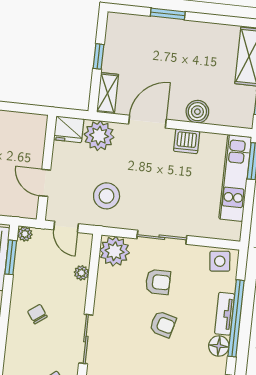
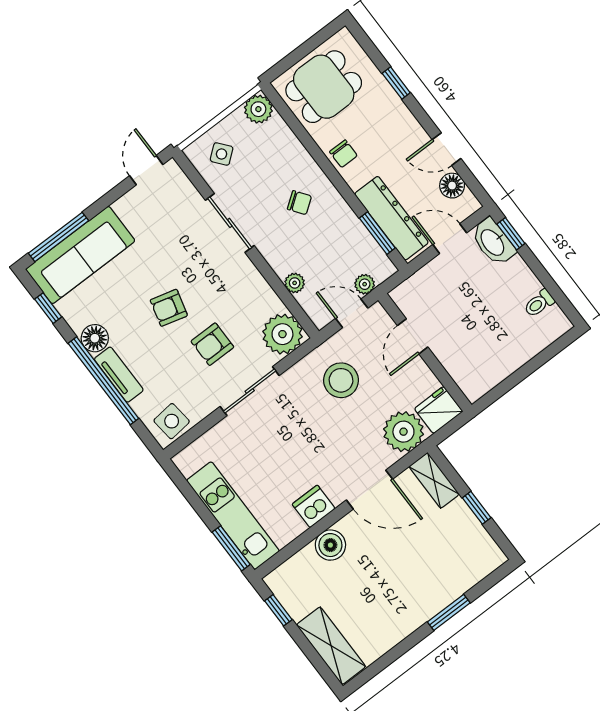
door: (147, 122) -> (369, 490), hinge flipped
door: (45, 183) -> (413, 336), swing flipped
plant: (25, 234) -> (365, 284), moved

